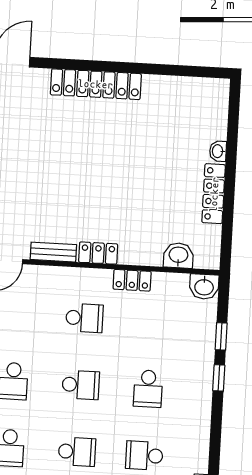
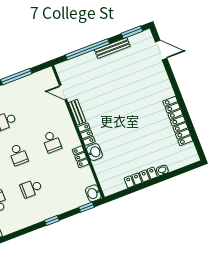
locker: (96, 84) -> (178, 121), moved
washbasin: (178, 255) -> (94, 152), moved
window: (221, 336) -> (86, 207), moved

